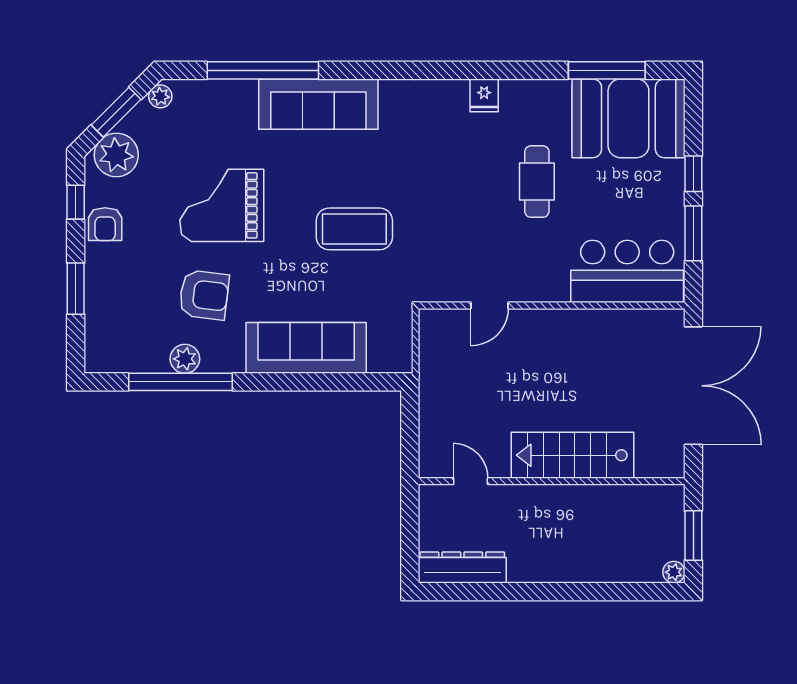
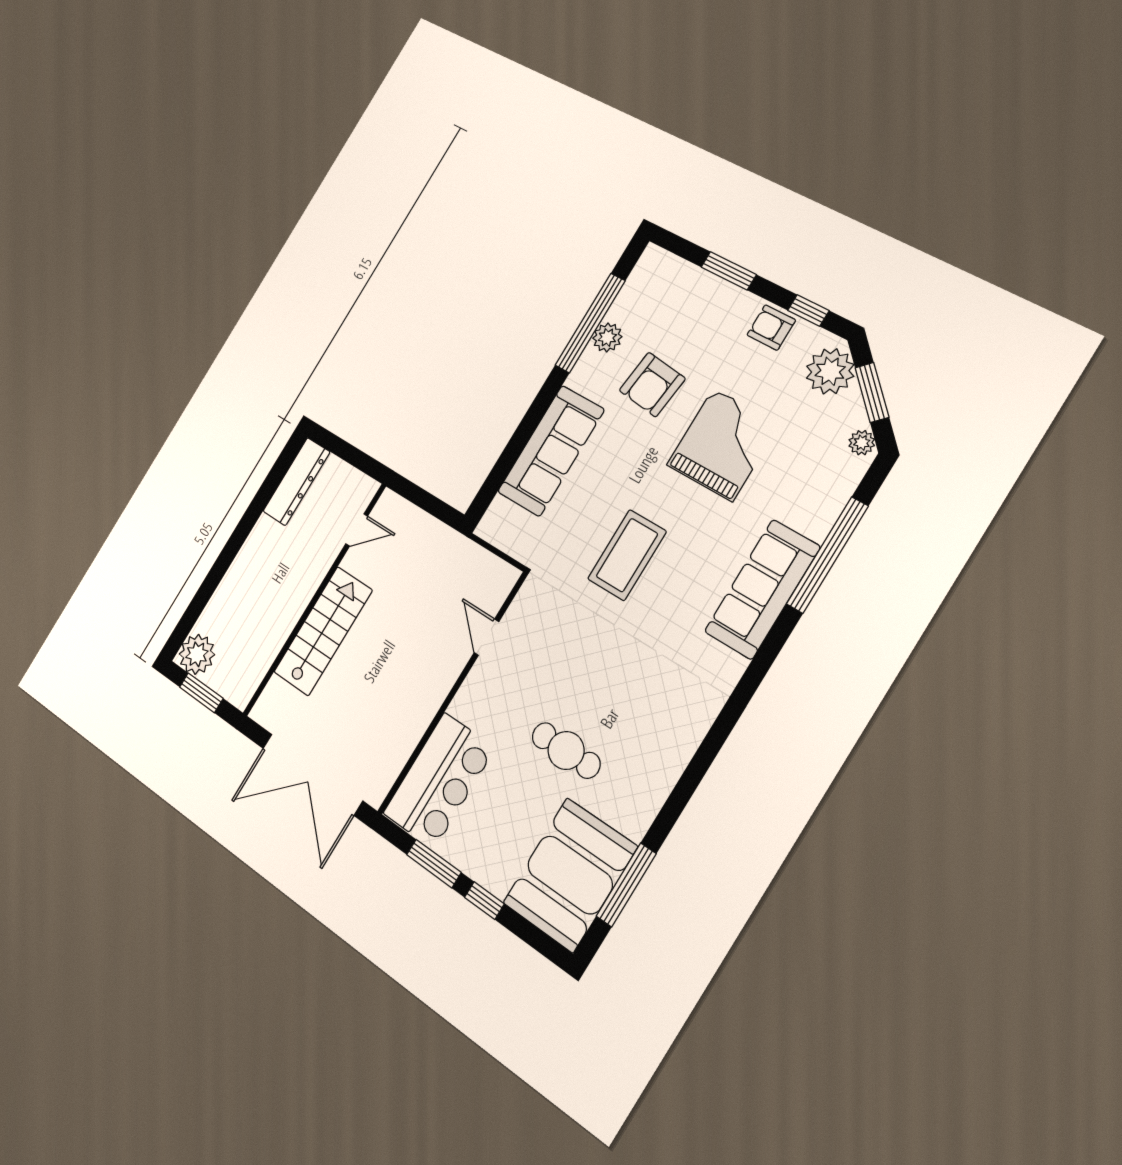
fridge: (484, 95) -> (674, 752), removed
plant: (674, 572) -> (197, 654), width x1.88, depth x1.88

